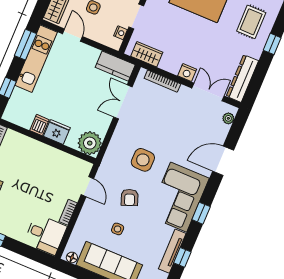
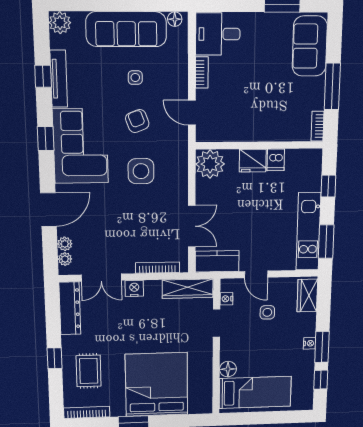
door: (73, 35) -> (256, 274), moved
wardrobe: (147, 54) -> (188, 289), width x1.50
plant: (223, 130) -> (65, 244), added

